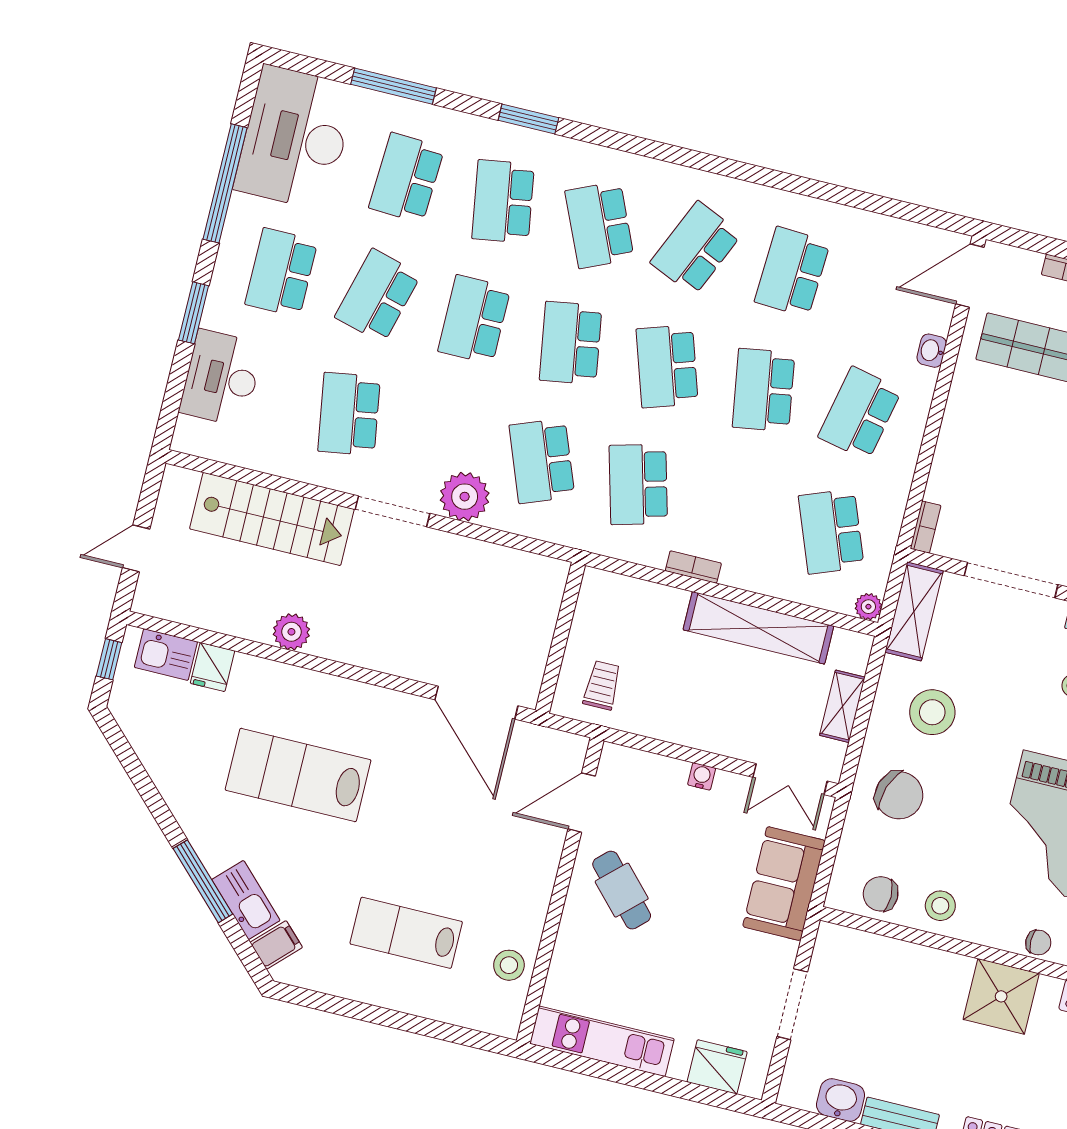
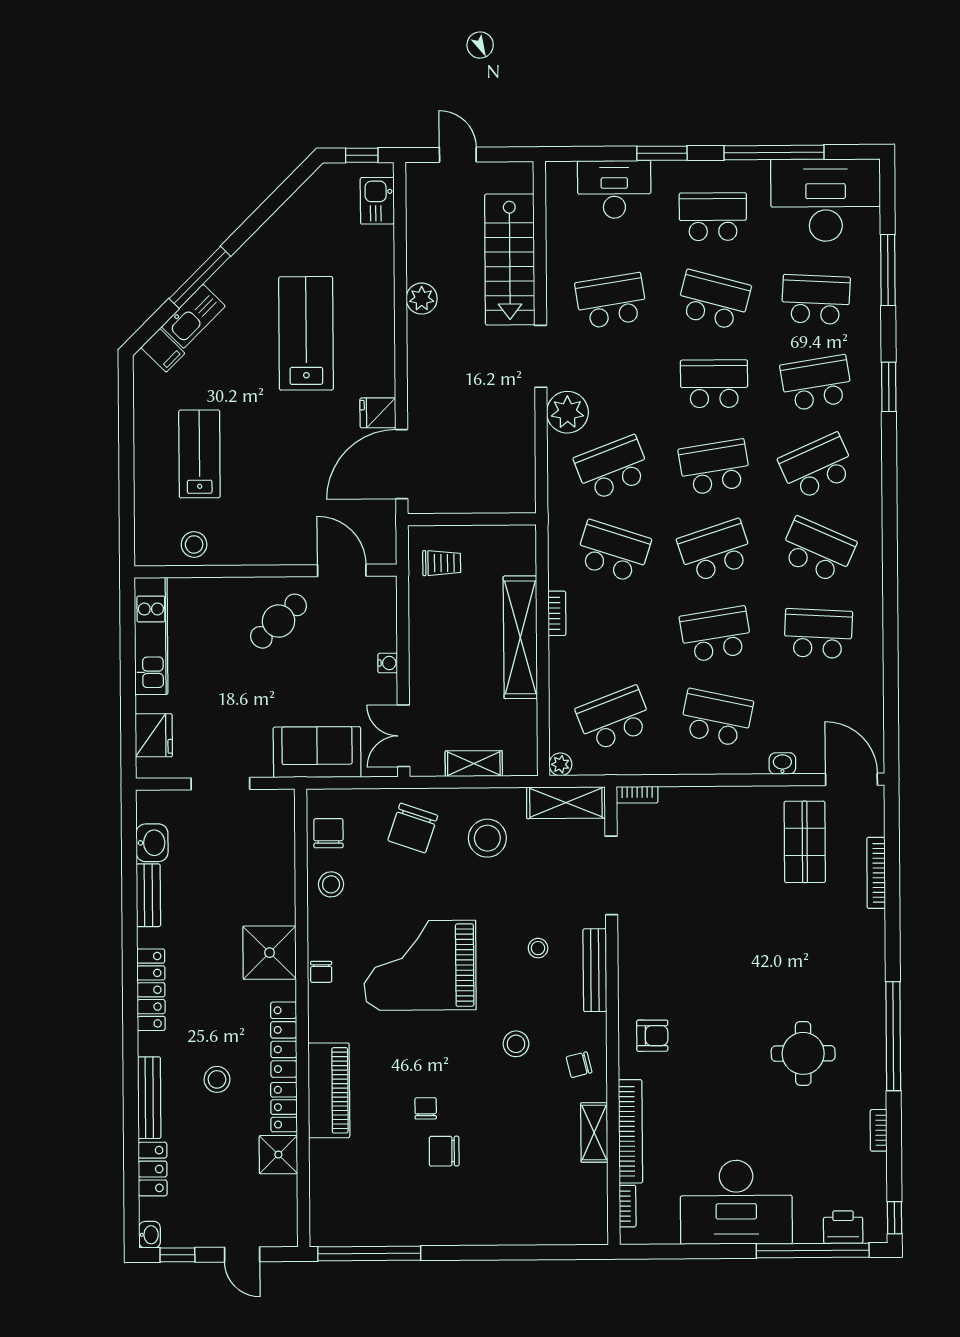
school desk: (638, 484) -> (613, 551), turned 33
shelving: (758, 628) -> (520, 637), moved
fridge: (212, 667) -> (378, 413), moved

